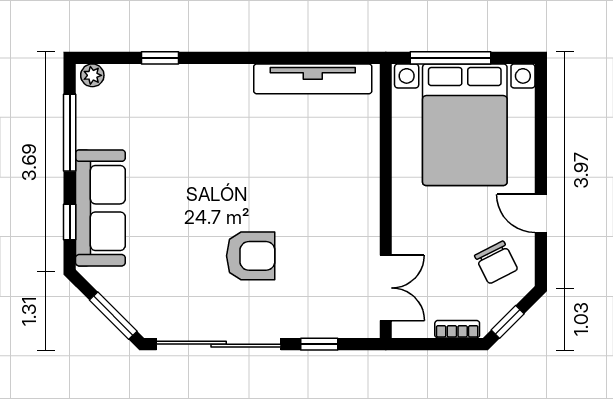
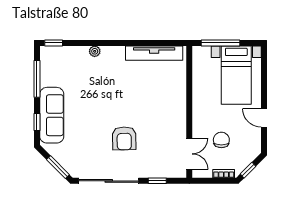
window: (160, 58) -> (54, 43), moved
plant: (92, 75) -> (95, 51), moved
bed with nightstands: (465, 125) -> (236, 75), width x0.73
armchair: (251, 256) -> (124, 138), turned 89
chair: (496, 262) -> (221, 140), moved, turned -153

